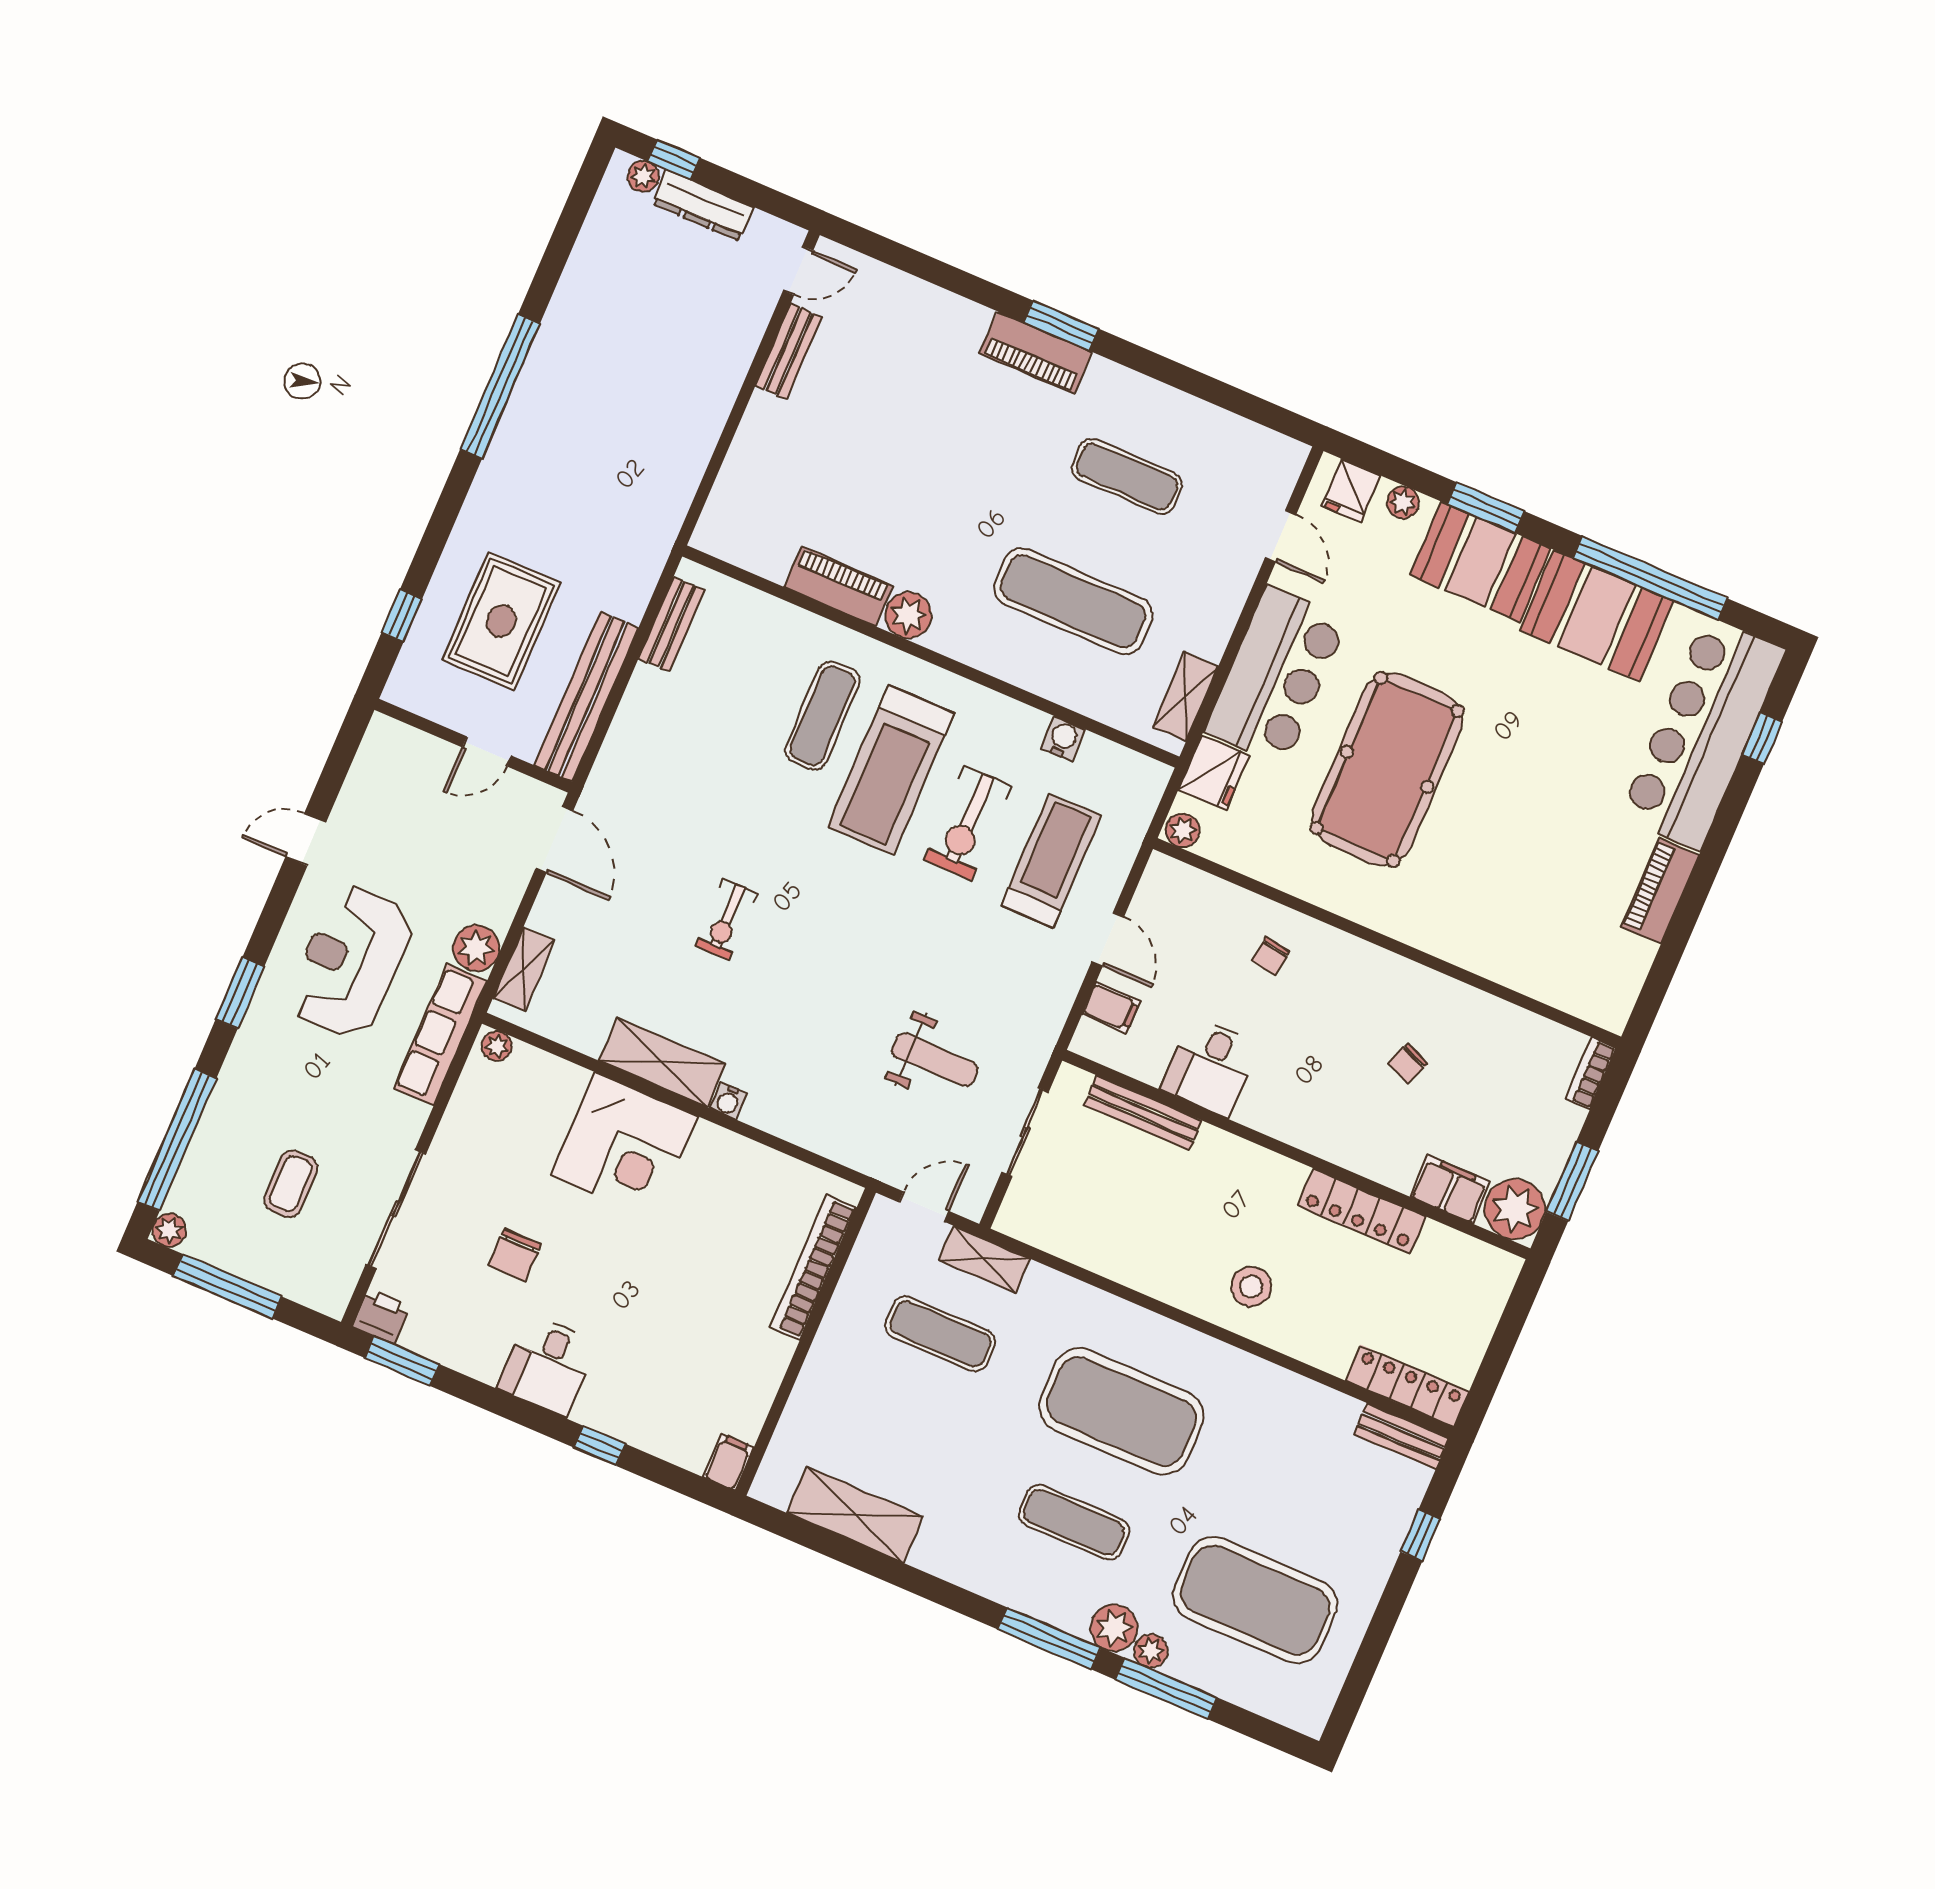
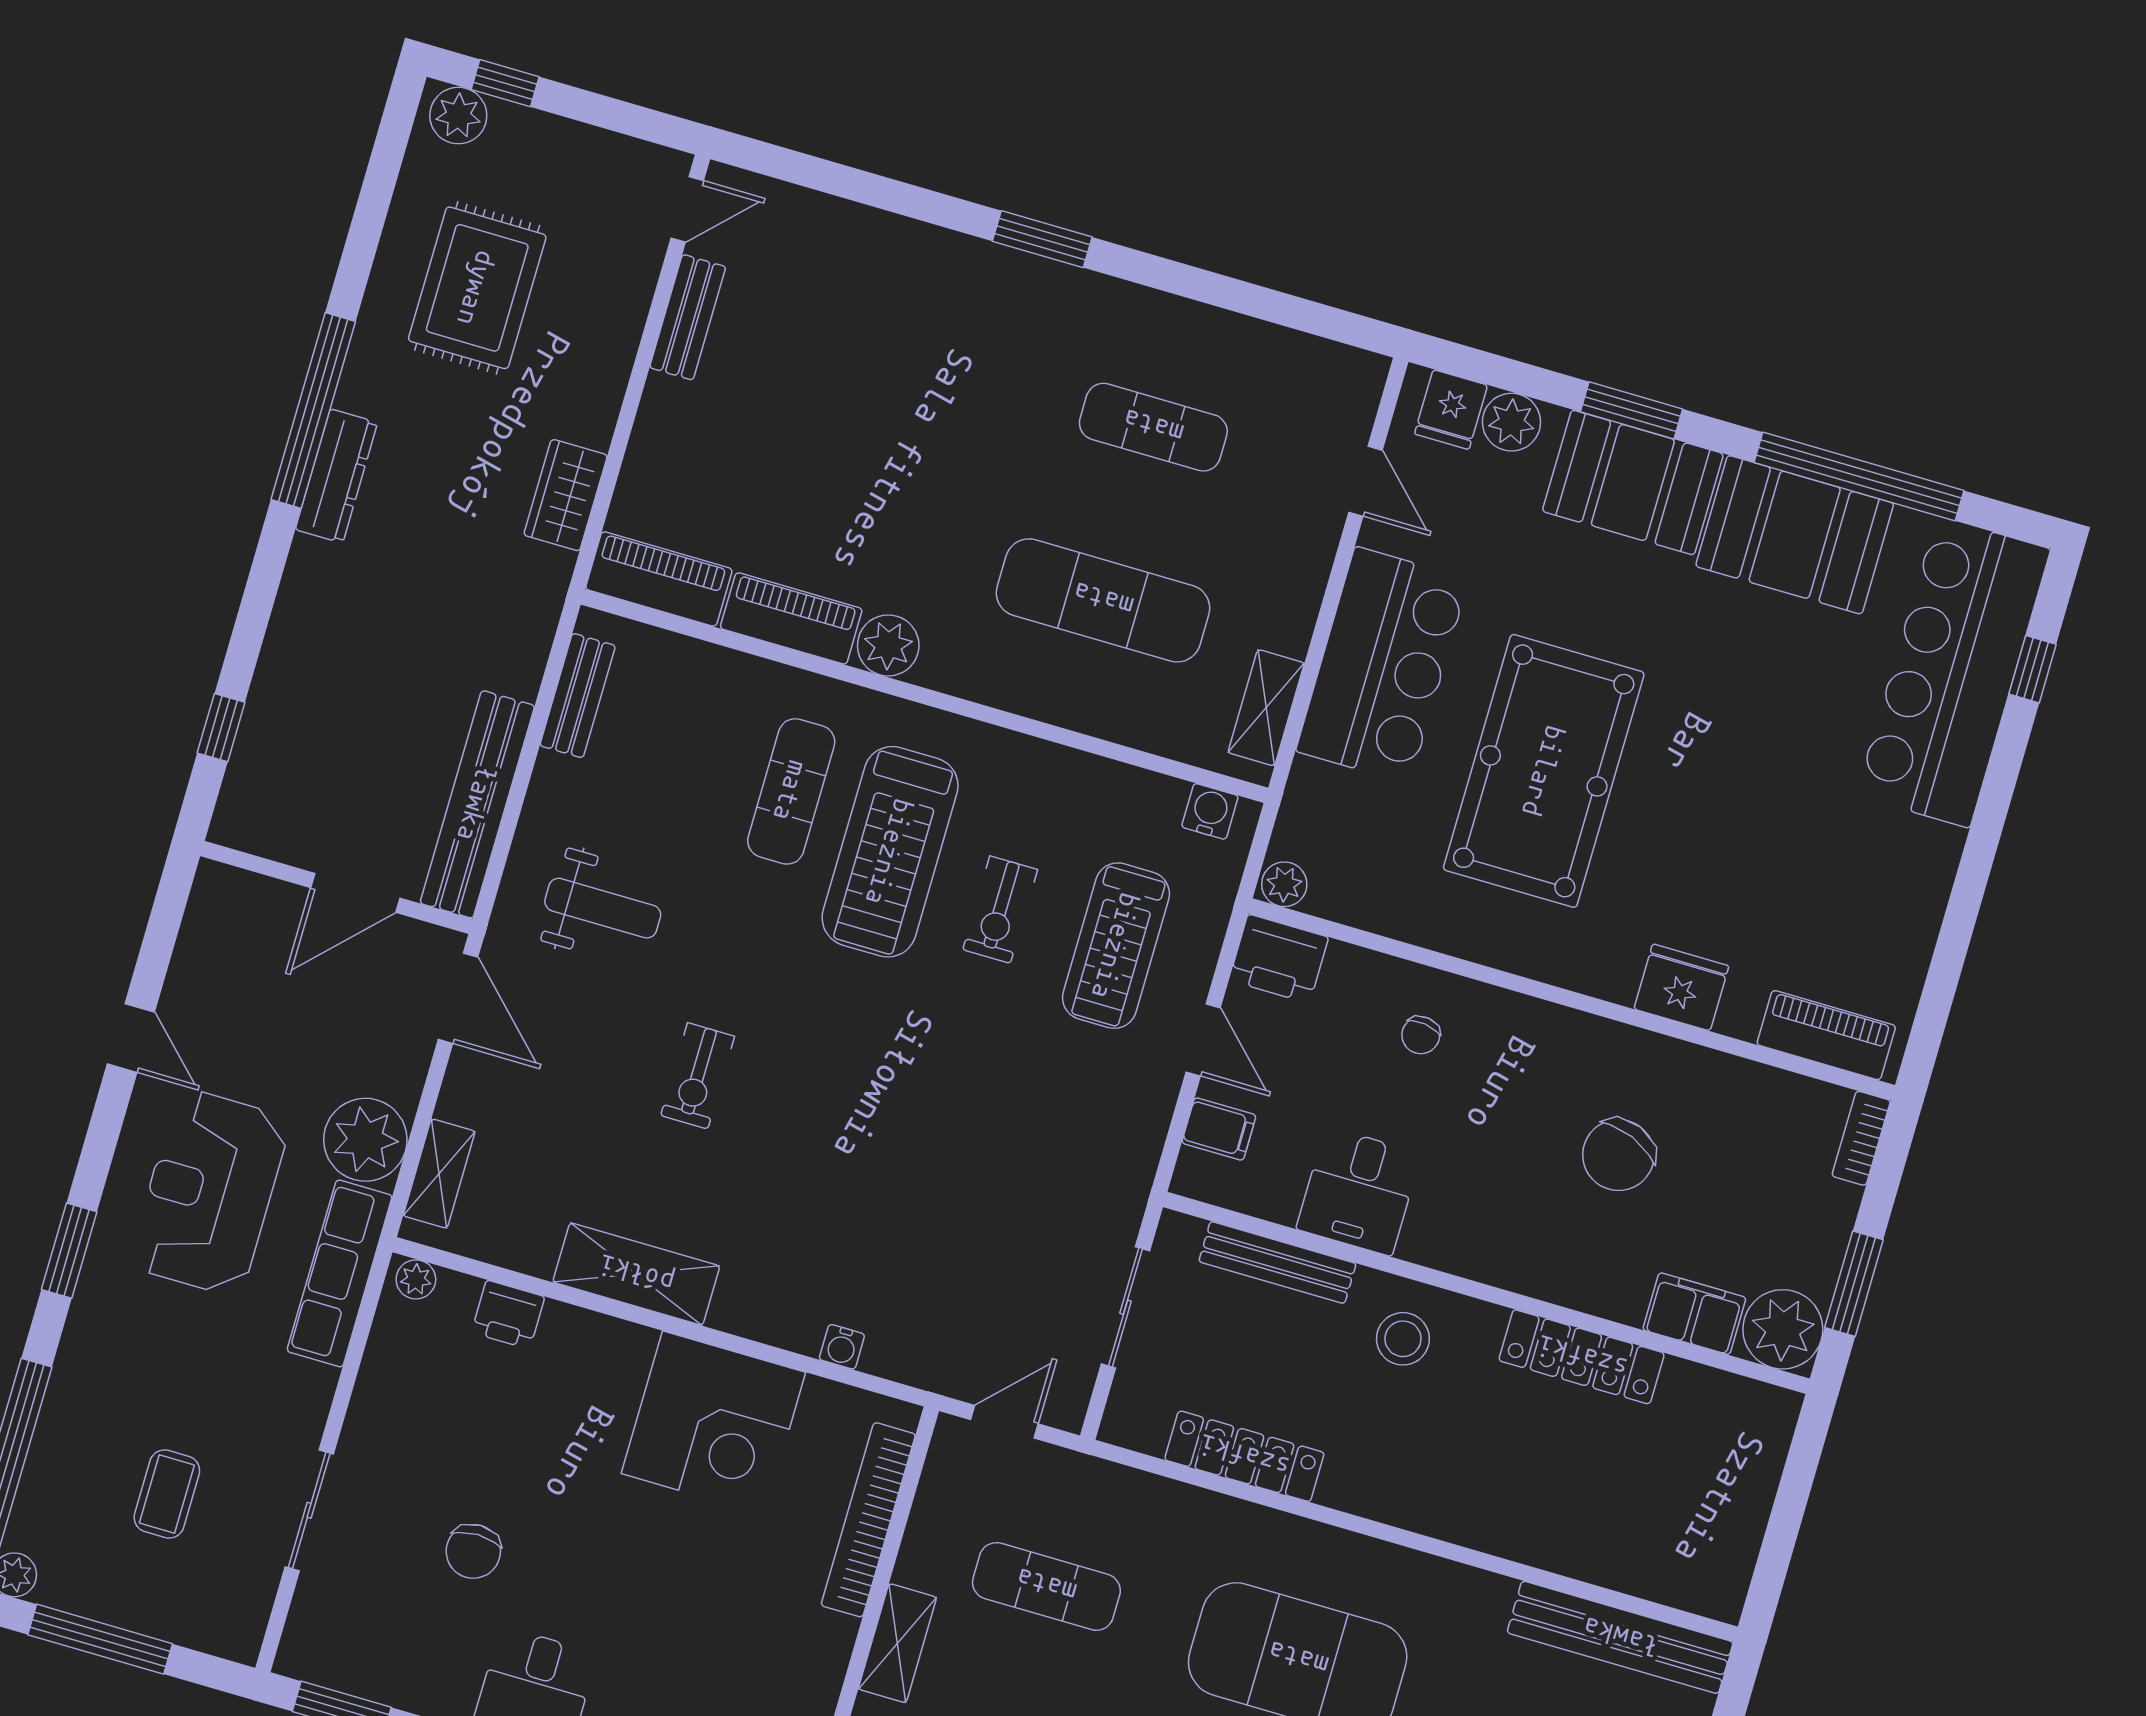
plant: (643, 176) -> (458, 116), width x1.38, depth x1.38
dresser: (703, 205) -> (336, 476), moved, turned -90
piano: (1036, 353) -> (659, 579), moved, turned 180
wardrobe: (681, 473) -> (566, 495), added
plant: (1403, 502) -> (1511, 422), width x1.38, depth x1.38
rug: (501, 621) -> (477, 288), moved
water cooler: (1063, 739) -> (1210, 811), moved
door: (487, 751) -> (355, 893), width x1.38
fridge: (1214, 773) -> (1681, 987), moved, turned -90
exercise bike: (968, 823) -> (1000, 910), width x0.73, depth x0.72
door: (306, 839) -> (131, 1038), swing flipped
treadmill: (1051, 861) -> (1116, 946), turned 180
printer: (1172, 885) -> (1279, 959), added
piano: (1660, 891) -> (1826, 1035), moved, turned 90
plant: (476, 948) -> (365, 1140), width x1.36, depth x1.36
weight bench: (935, 1060) -> (603, 908), moved
chair: (1408, 1064) -> (1618, 1155), width x1.87, depth x1.87
water cooler: (728, 1101) -> (842, 1347), moved
corner desk: (624, 1146) -> (713, 1423), moved
sliding door: (396, 1209) -> (309, 1510), width x0.73
shelving: (984, 1259) -> (897, 1643), moved, turned 90
stool: (1251, 1287) -> (1403, 1339), moved
printer: (381, 1316) -> (508, 1315), moved, turned 180
locker: (1407, 1386) -> (1244, 1456), moved
bench: (1402, 1436) -> (1620, 1637), width x1.86, depth x1.21

